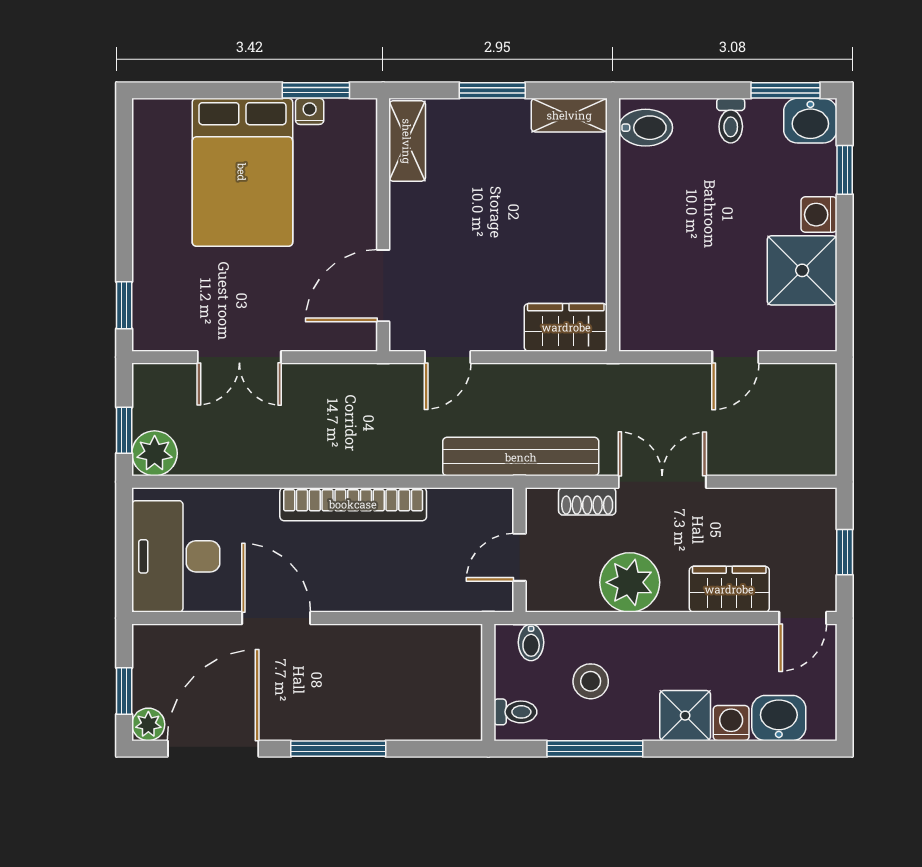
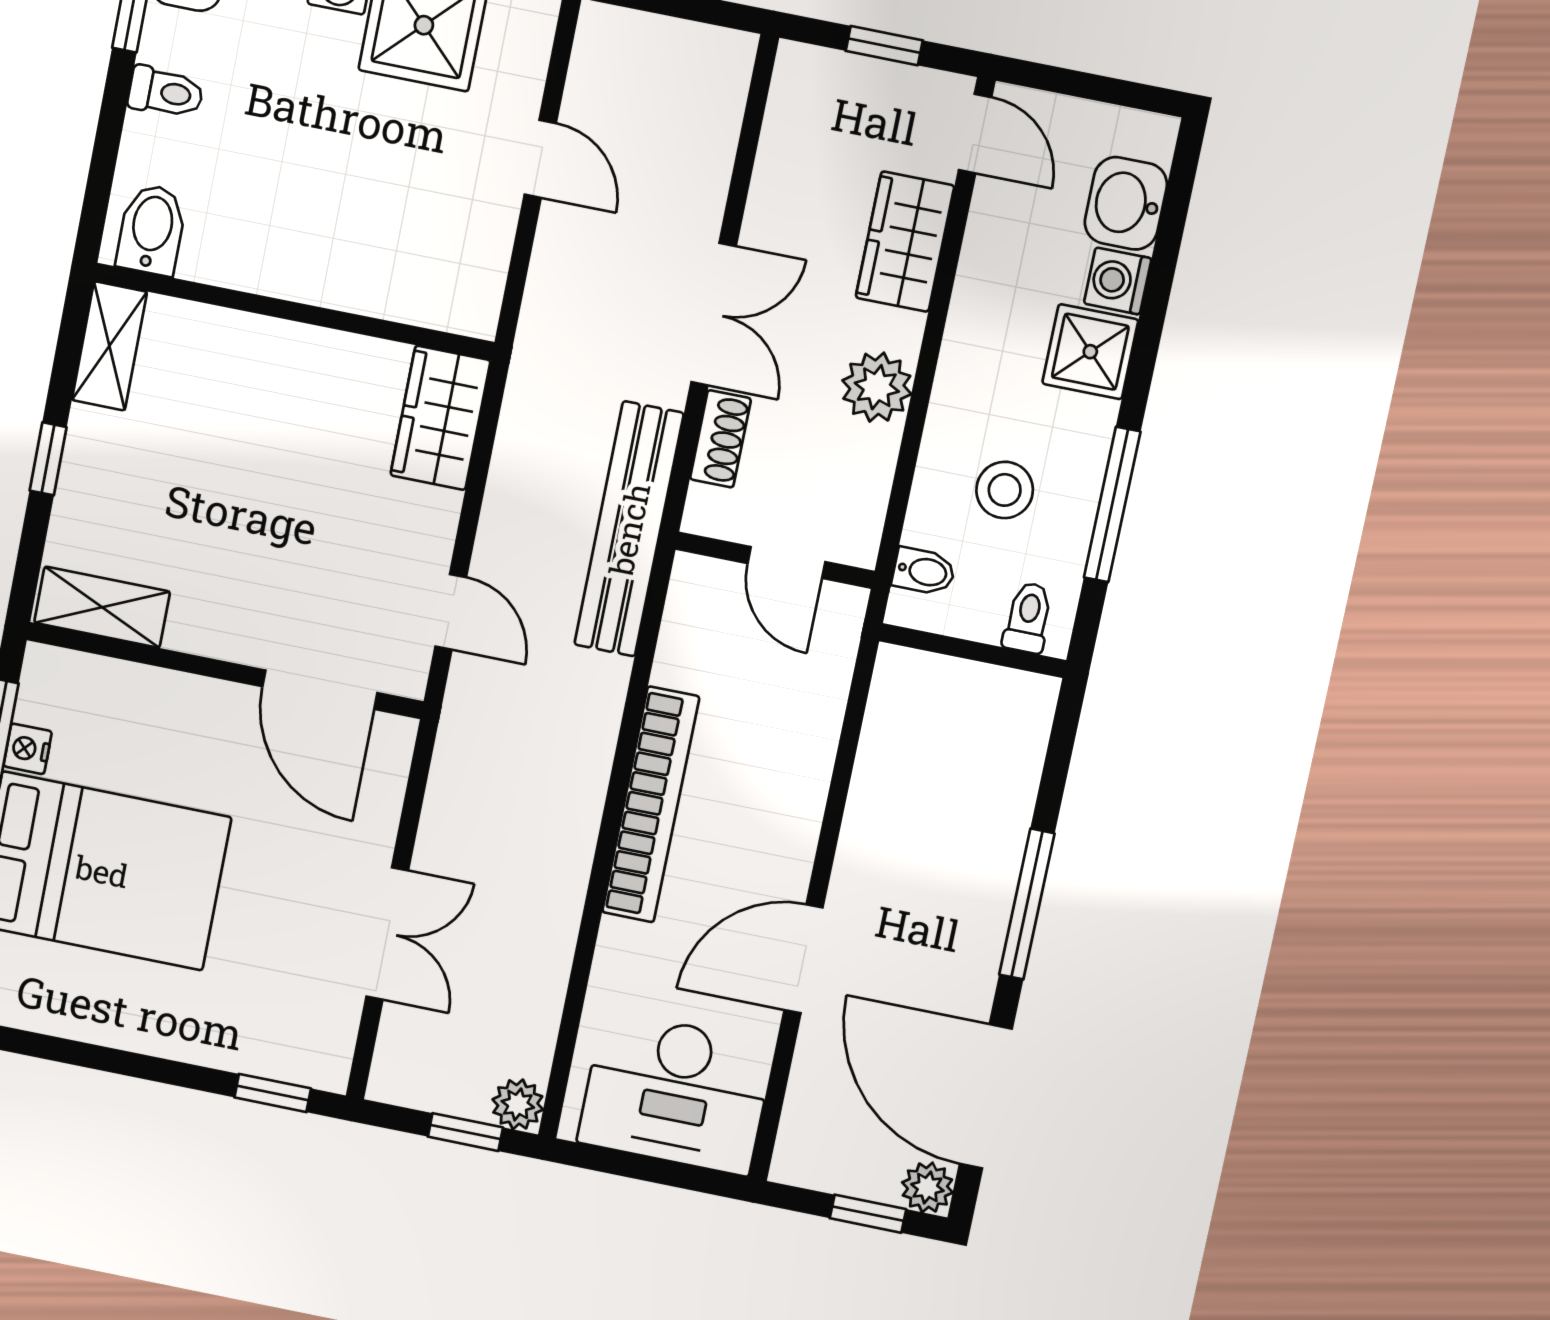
window: (492, 90) -> (48, 459), width x0.67
plant: (155, 453) -> (518, 1104), width x0.73, depth x0.73
double door: (662, 482) -> (714, 314), swing flipped
plant: (630, 582) -> (877, 387), width x0.73, depth x0.73

